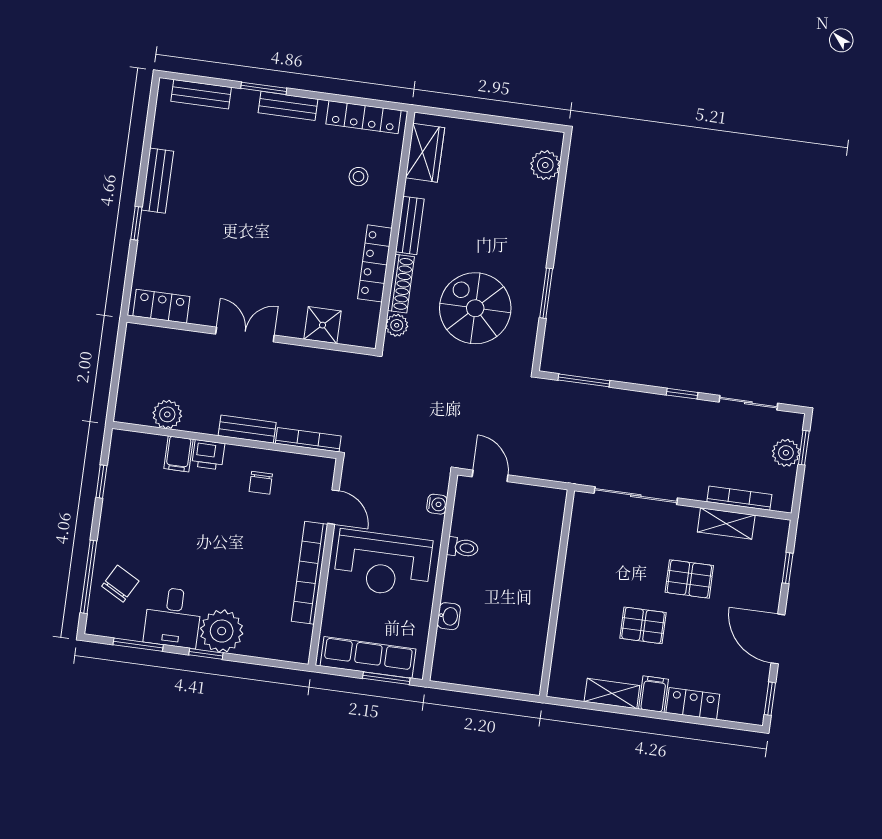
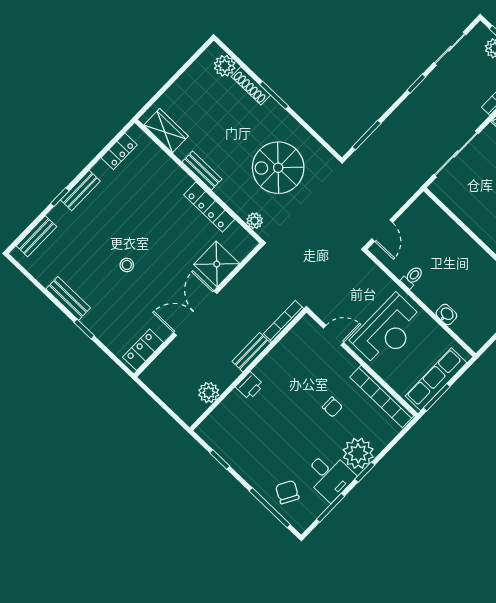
window: (264, 88) -> (60, 197), width x0.67
locker: (363, 117) -> (119, 151), width x0.66
stool: (359, 177) -> (127, 265), moved
shoe rack: (401, 284) -> (251, 86), moved, turned 180
window: (546, 293) -> (274, 95), moved
shower: (323, 325) -> (217, 264), width x1.36, depth x1.36
double door: (245, 335) -> (195, 313), width x1.37
filing cabinet: (178, 454) -> (236, 403), removed
door: (490, 476) -> (382, 231), swing flipped
chair: (261, 483) -> (332, 407), moved
water cooler: (437, 504) -> (376, 274), removed
bookcase: (310, 573) -> (382, 397), moved
window: (386, 678) -> (437, 397), moved

